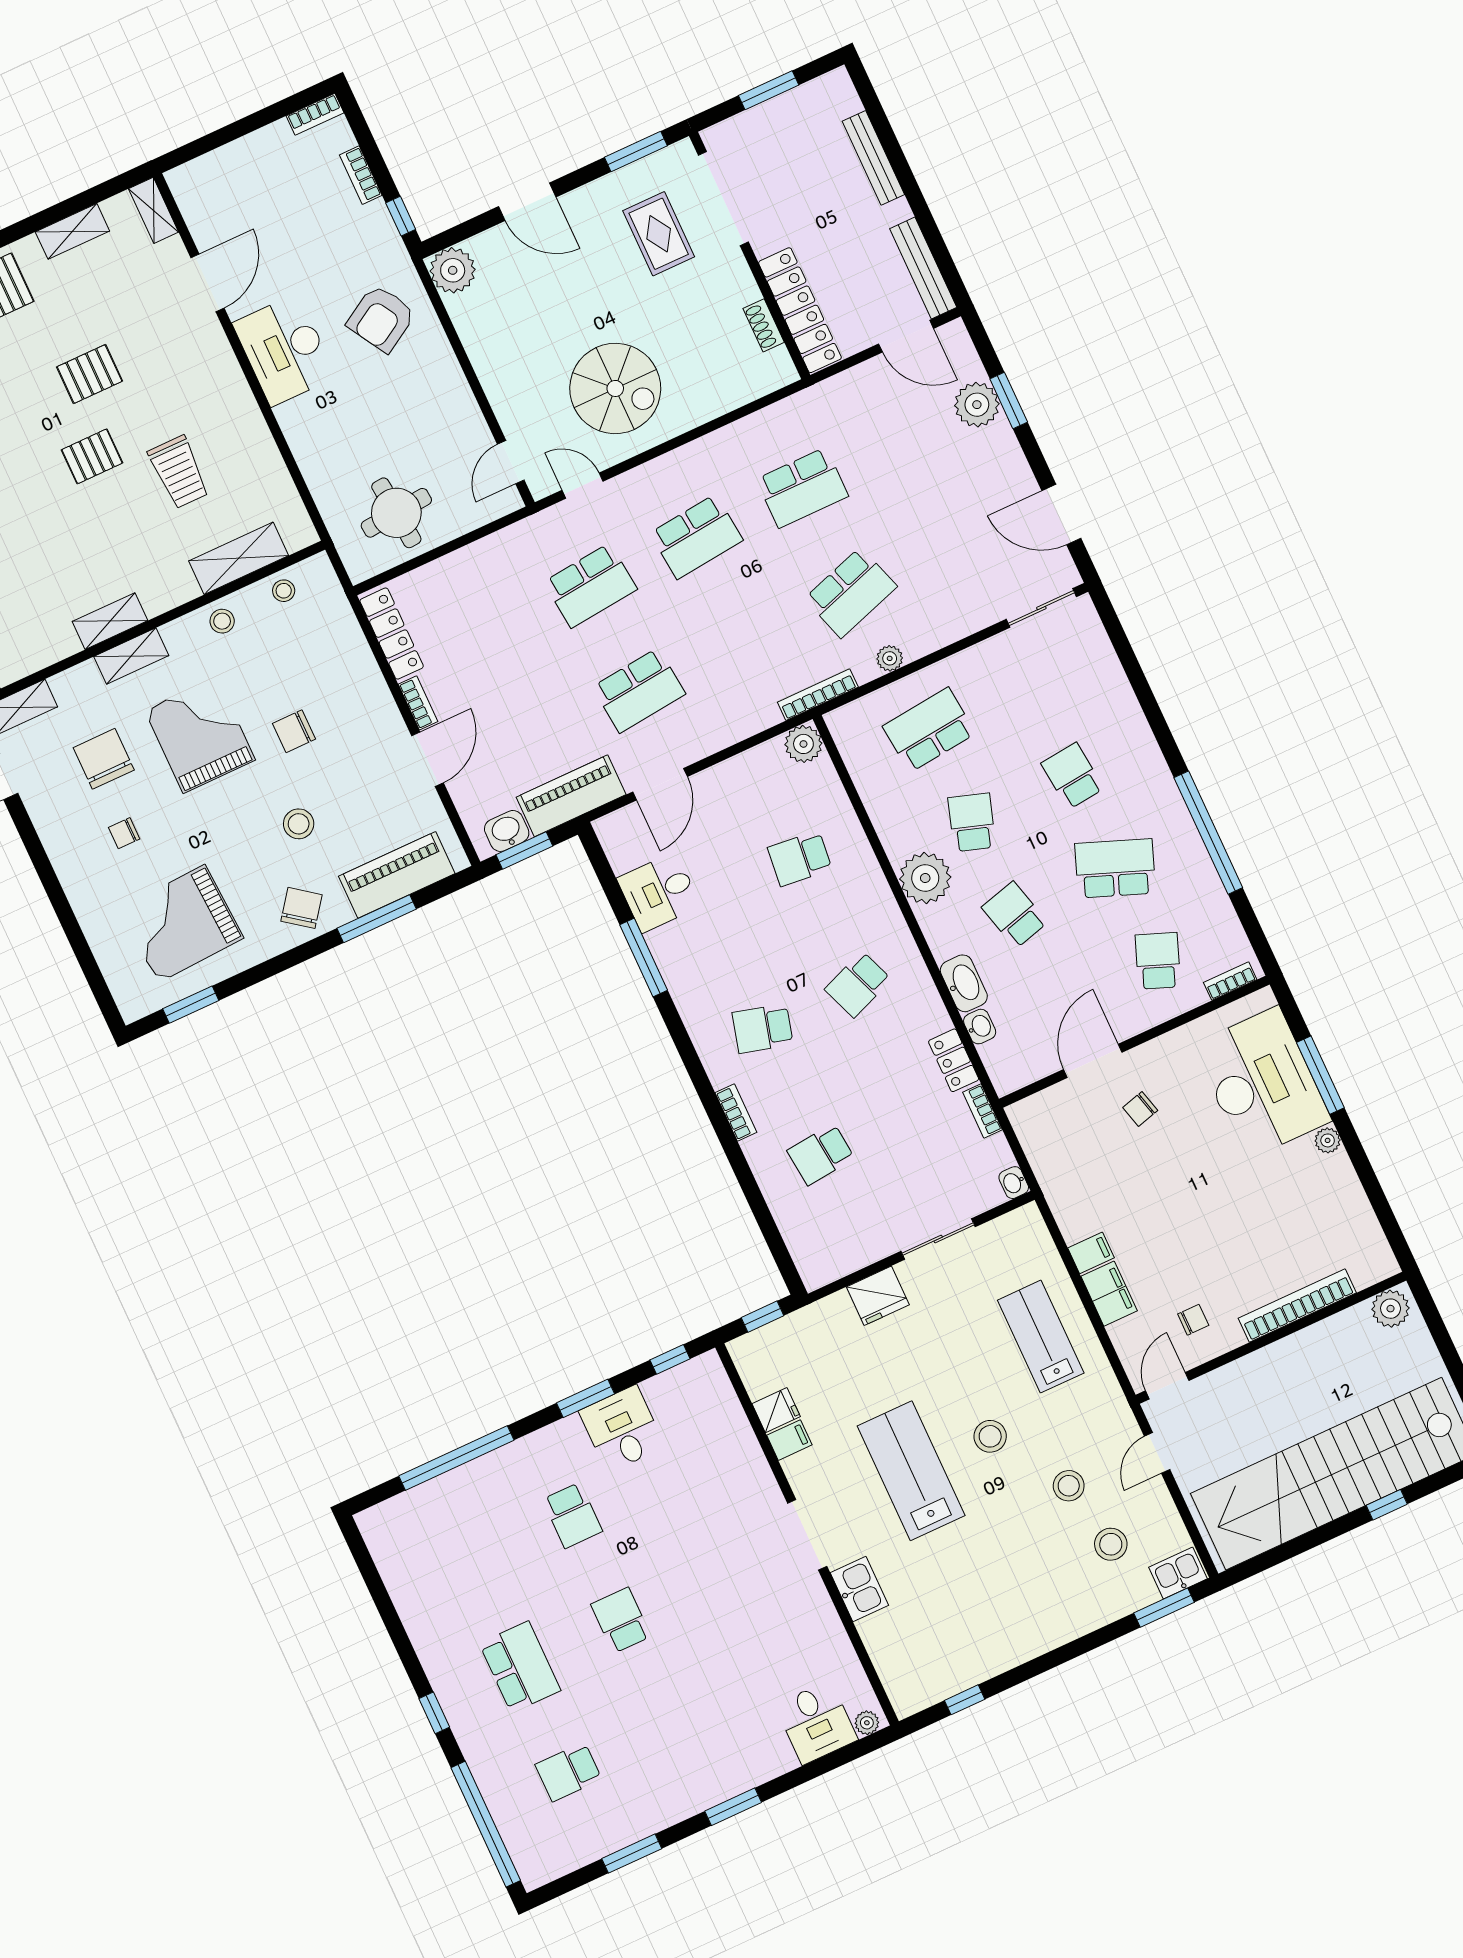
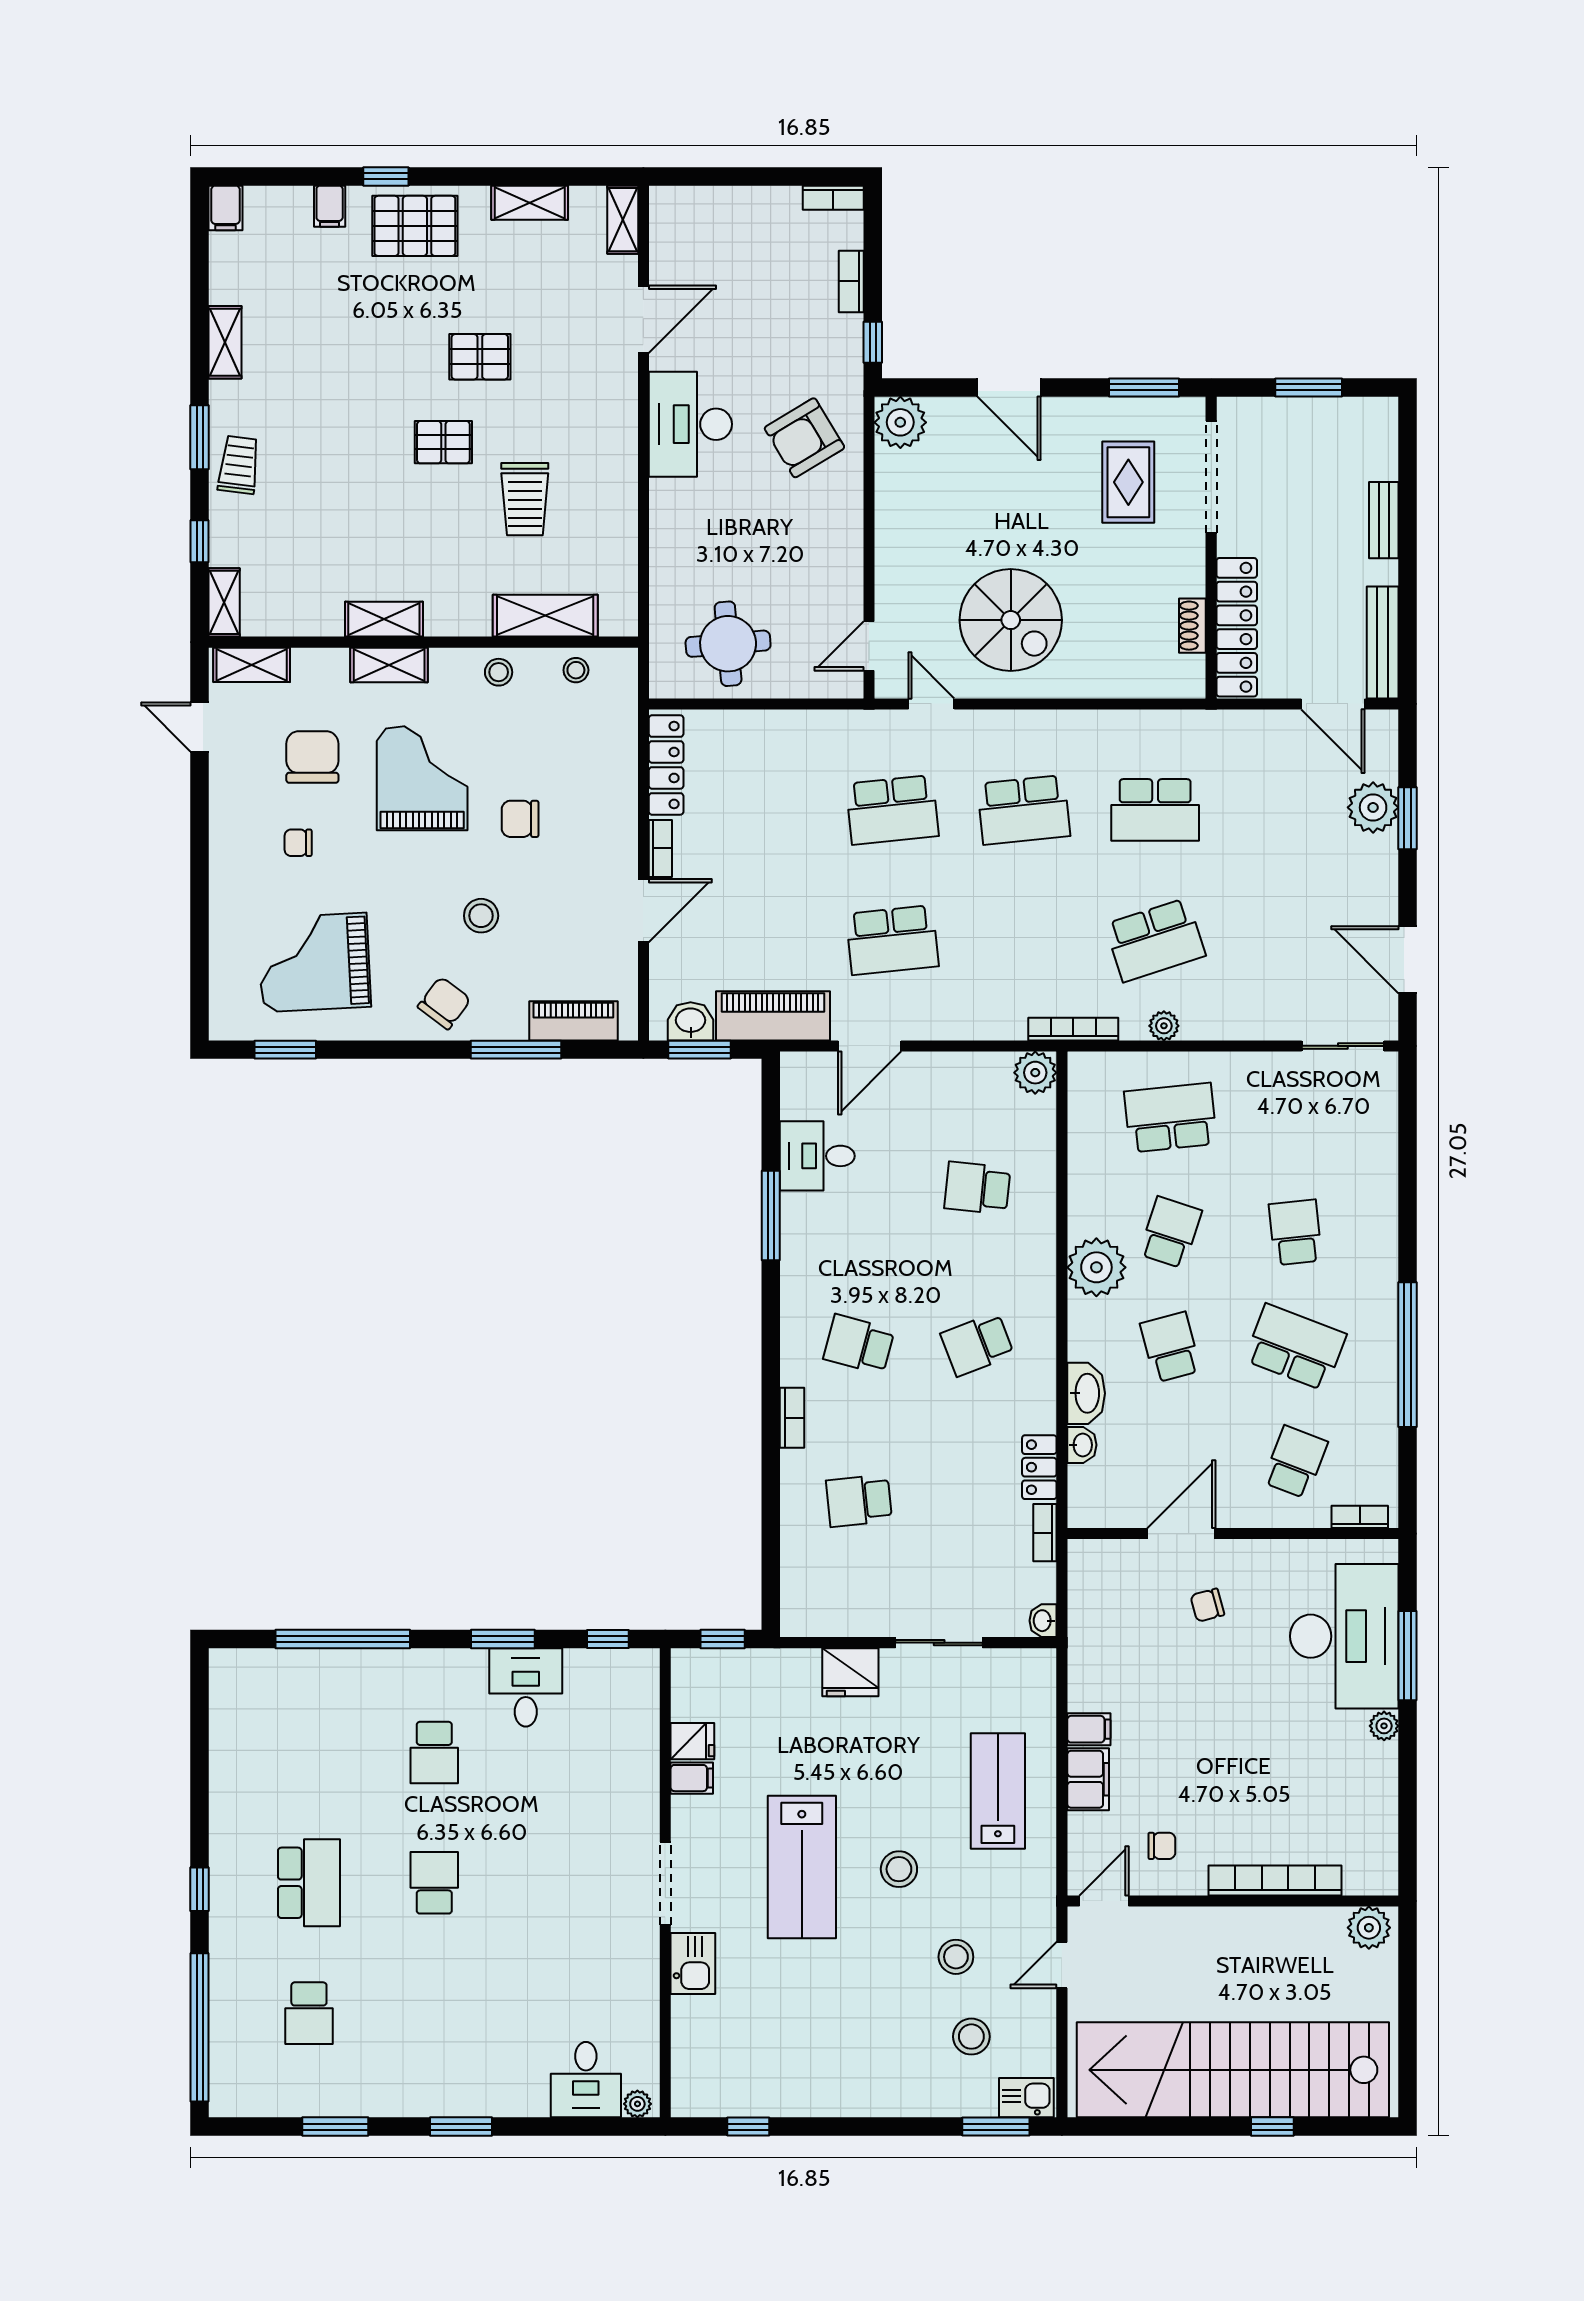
bench: (873, 158) -> (1384, 520), width x0.73
piano: (397, 875) -> (573, 1021), width x0.73, depth x0.75
lab bench: (911, 1471) -> (802, 1867), turned 180
school desk: (568, 1772) -> (309, 2013), turned -90

